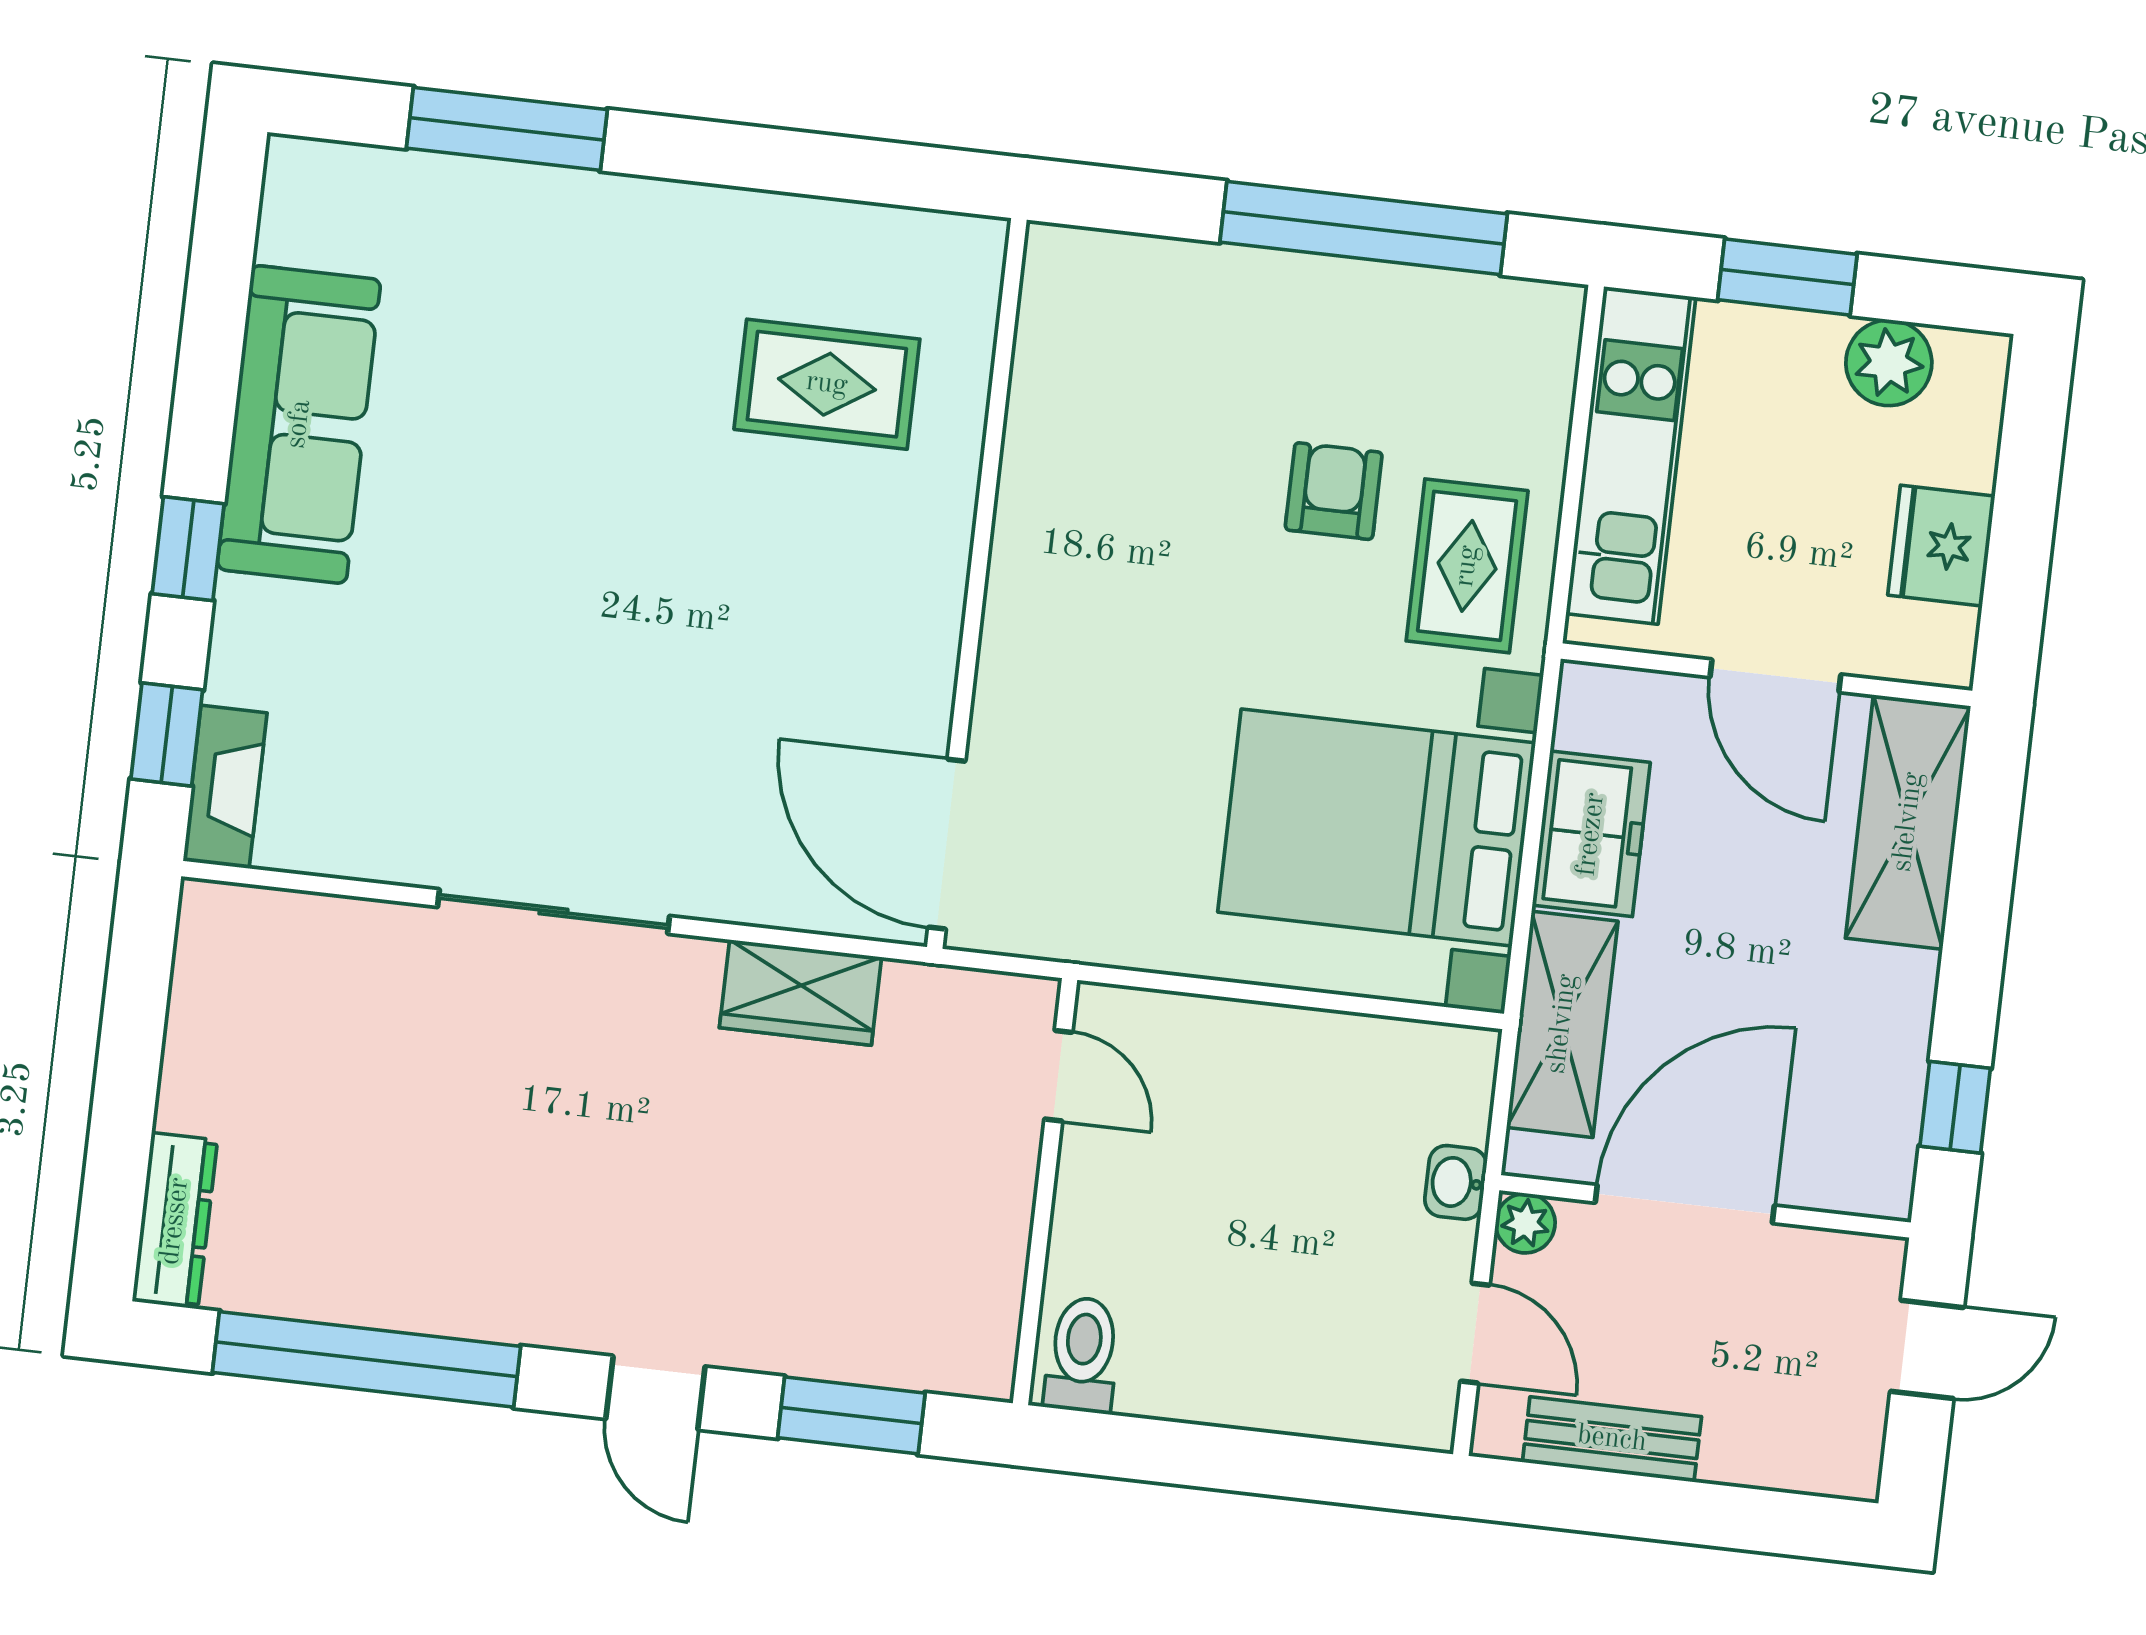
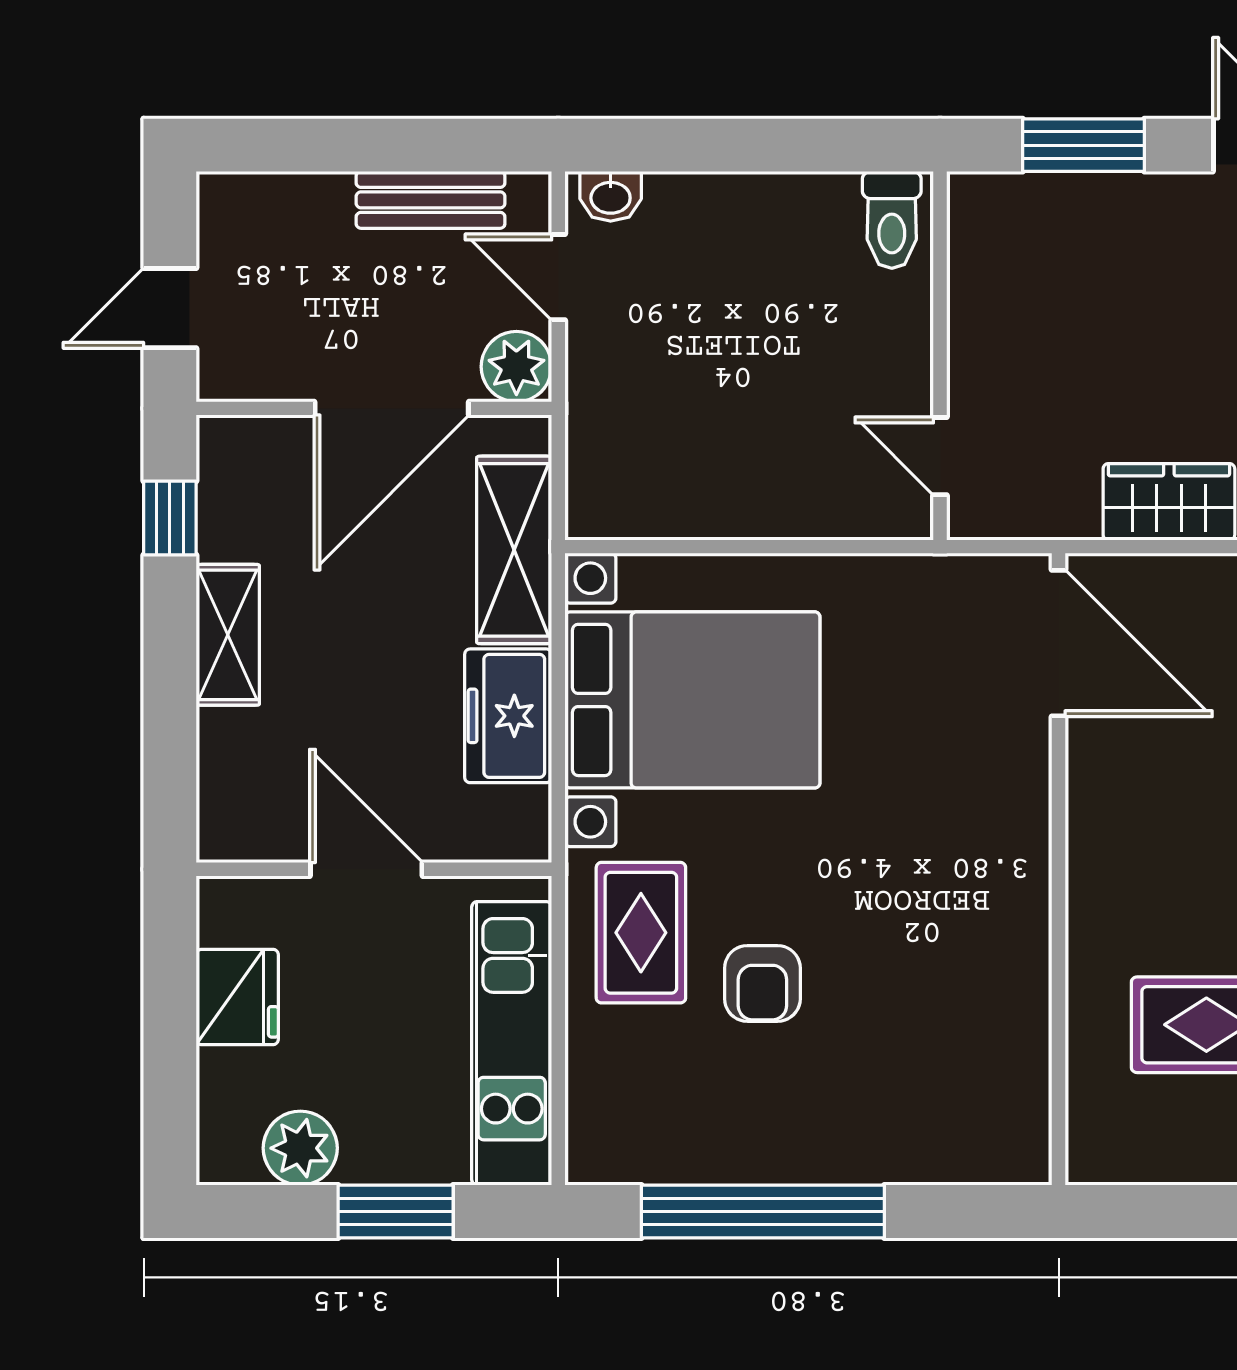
shelving: (1908, 822) -> (228, 635), moved, width x0.67, depth x0.75
washbasin: (1456, 1182) -> (611, 196), moved, turned 90
plant: (1525, 1223) -> (516, 367), width x1.38, depth x1.38

